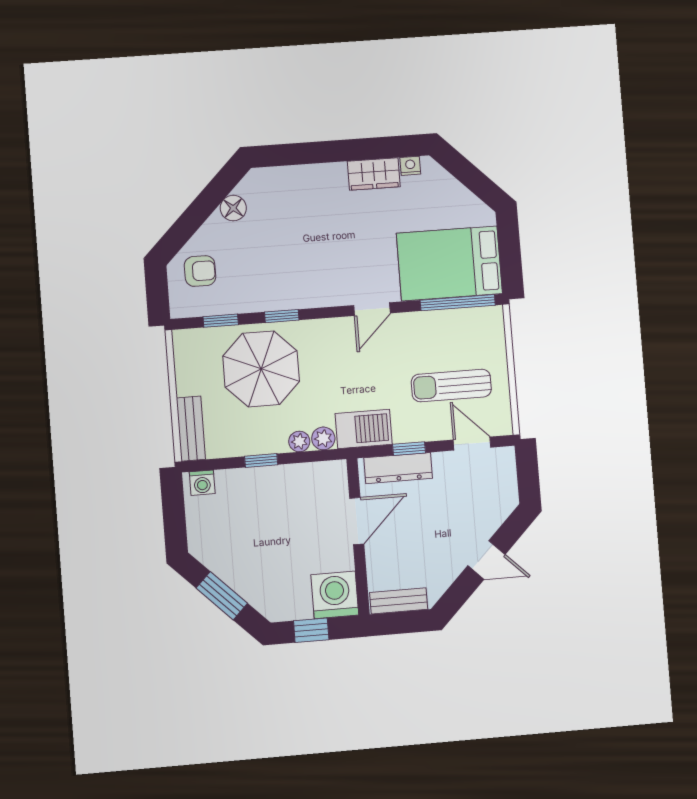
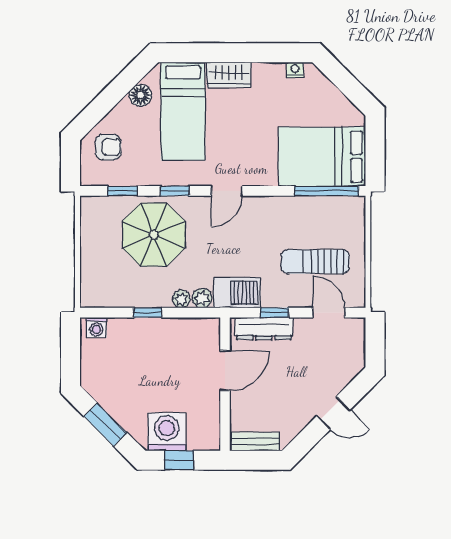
wardrobe: (374, 174) -> (229, 75), moved
bed: (284, 223) -> (183, 111), added
door: (372, 309) -> (227, 191), moved
bench: (191, 429) -> (90, 281), removed
washing machine: (335, 595) -> (167, 432), moved

